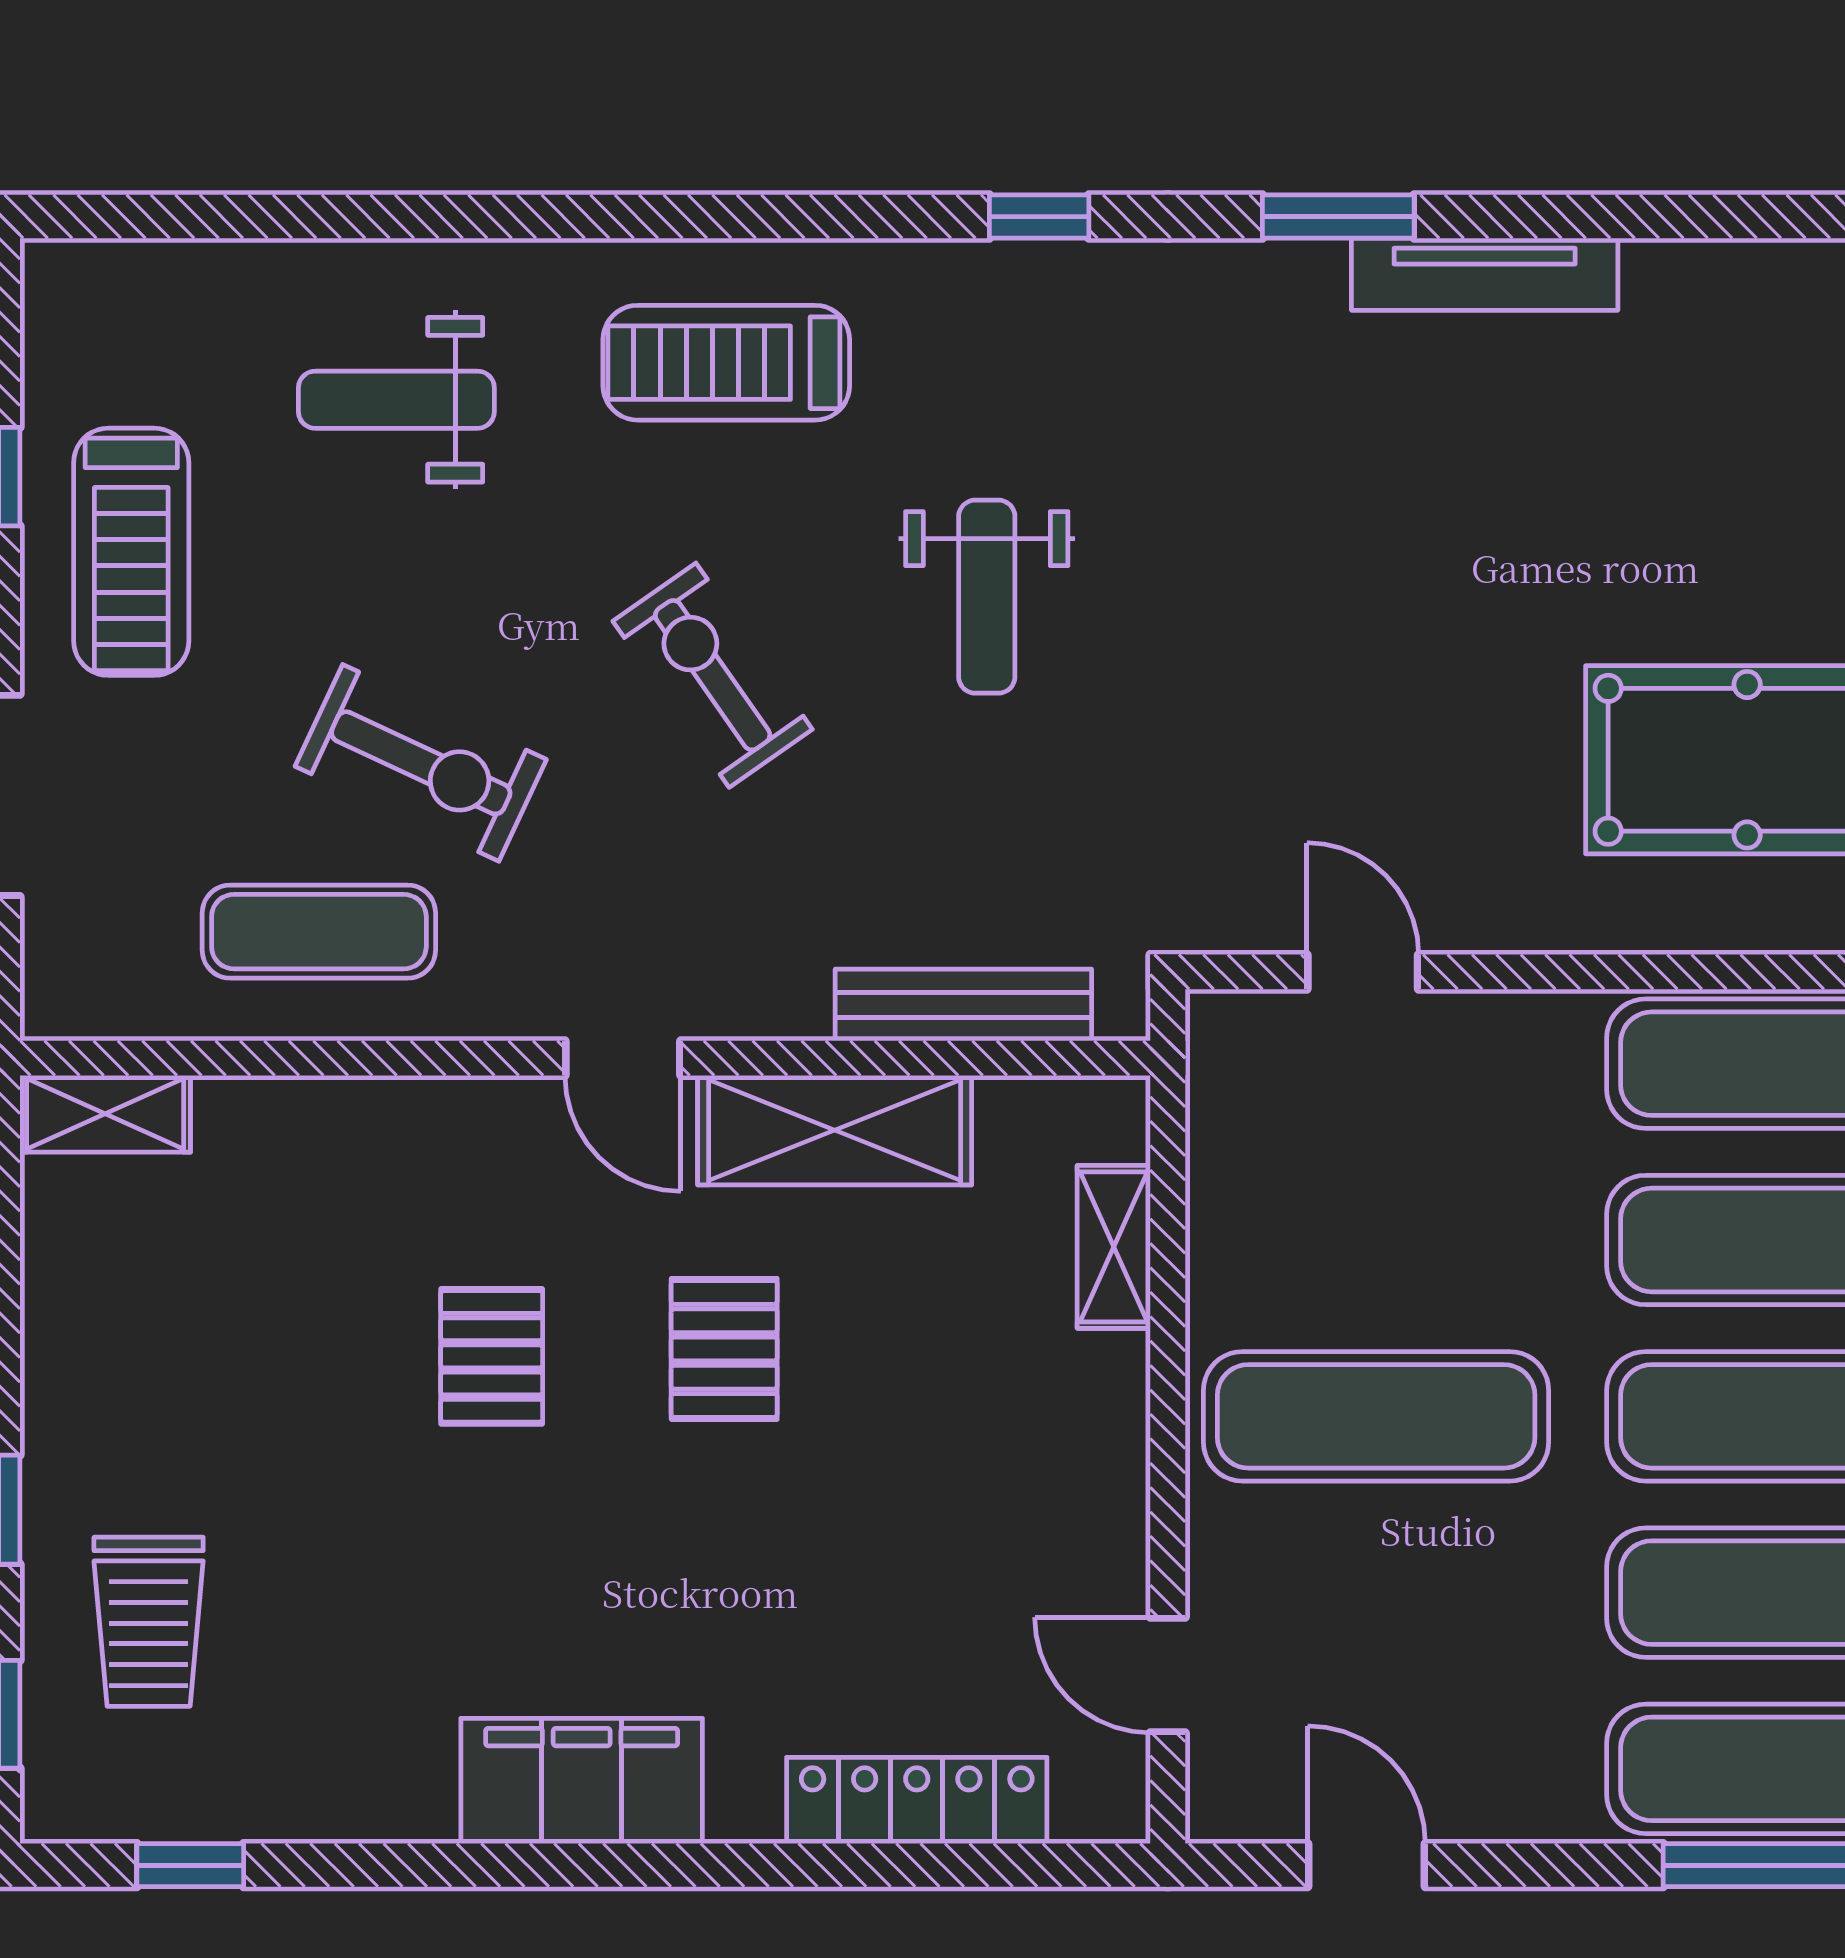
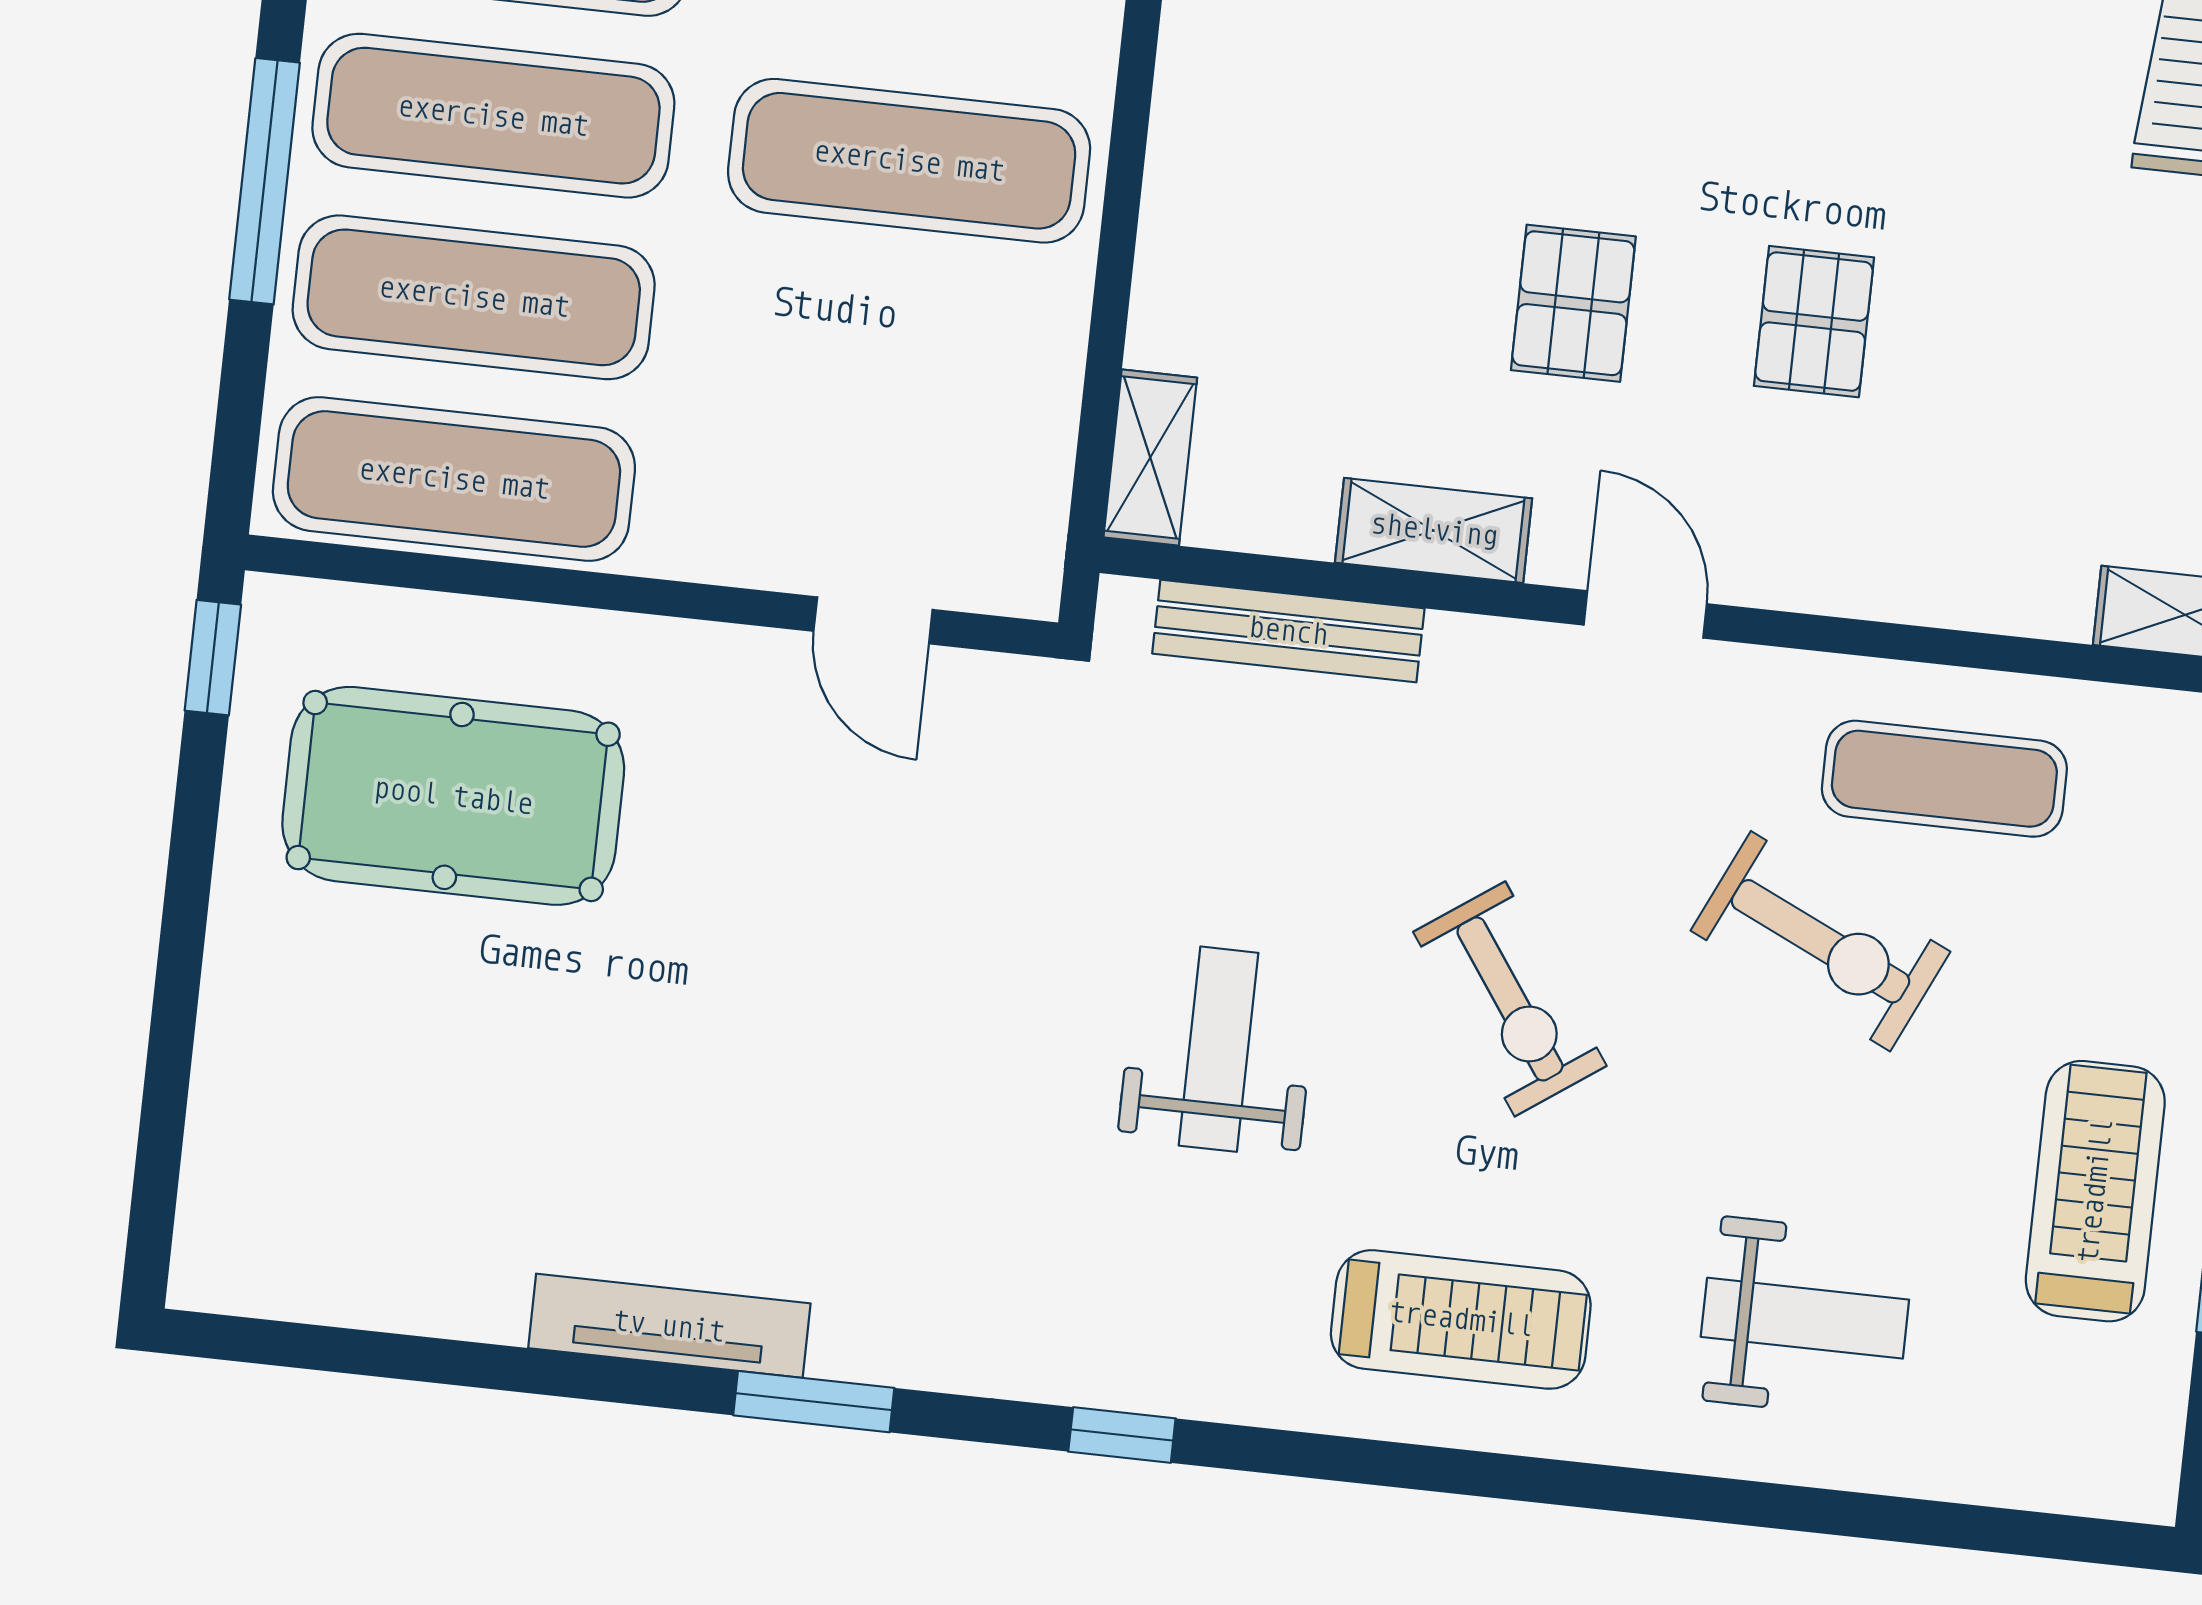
exercise bike: (421, 763) -> (1820, 941), turned 180
shelving: (835, 1130) -> (1434, 530), width x0.67, depth x0.75
shelving: (1114, 1247) -> (1150, 458), moved

